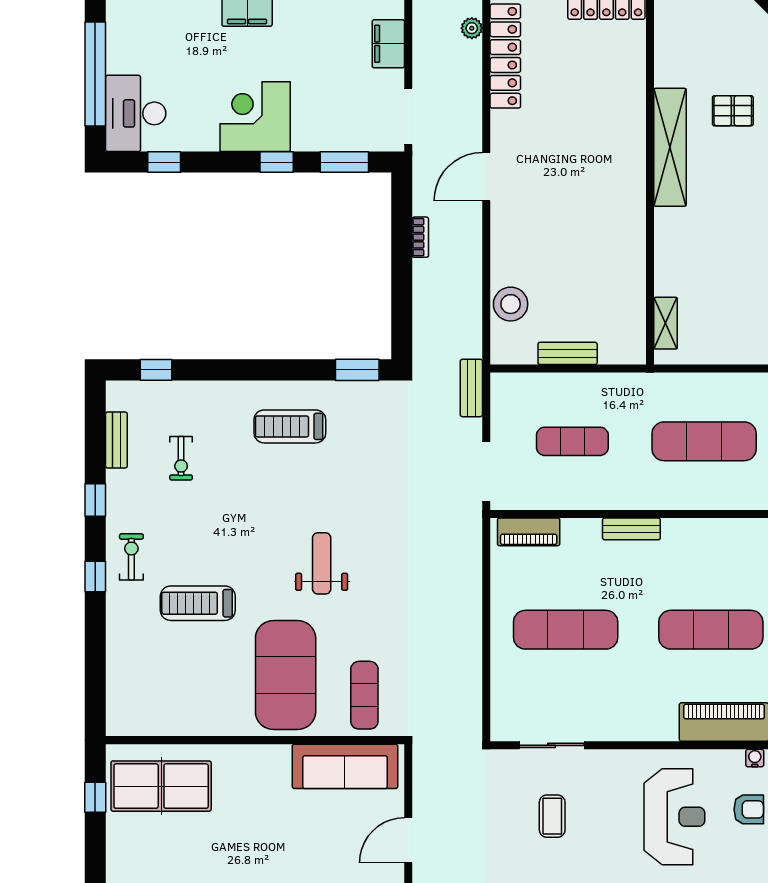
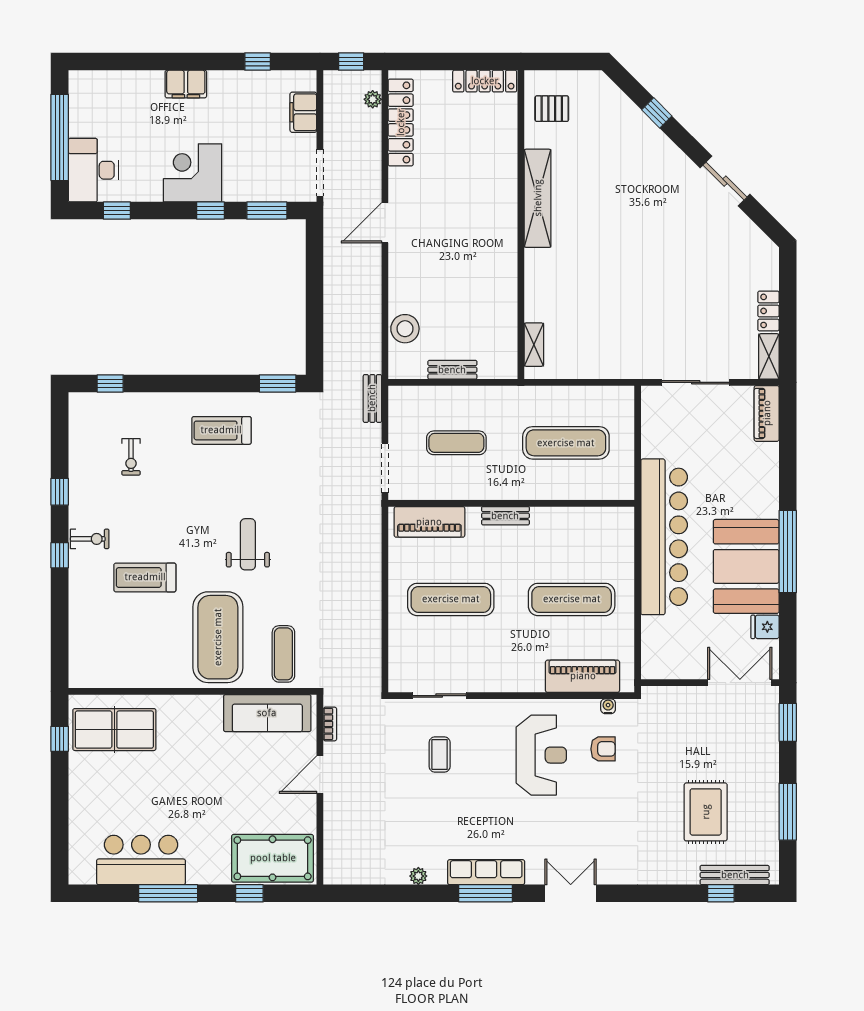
pallet: (733, 111) -> (552, 109), moved
bookcase: (420, 237) -> (330, 724), moved
bench: (116, 440) -> (77, 442), removed
piano: (529, 532) -> (429, 522), width x1.37, depth x1.33
exercise bike: (131, 557) -> (90, 539), turned 90

